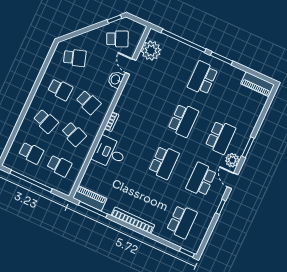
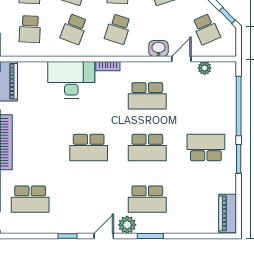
plant: (151, 50) -> (205, 68), width x0.53, depth x0.53
desk: (109, 153) -> (71, 80), width x1.37
school desk: (201, 179) -> (147, 96), moved, turned 180

